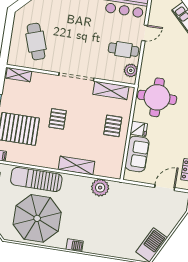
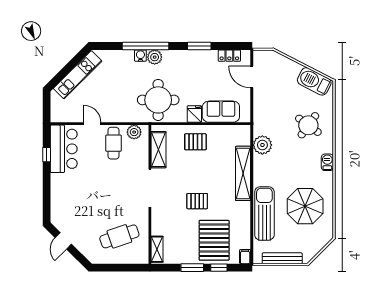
shelving: (77, 165) -> (243, 173), width x1.47
sun lounger: (36, 179) -> (264, 213), turned 180
parasol: (37, 218) -> (305, 206), width x0.73, depth x0.73
round table: (112, 233) -> (308, 125), added

